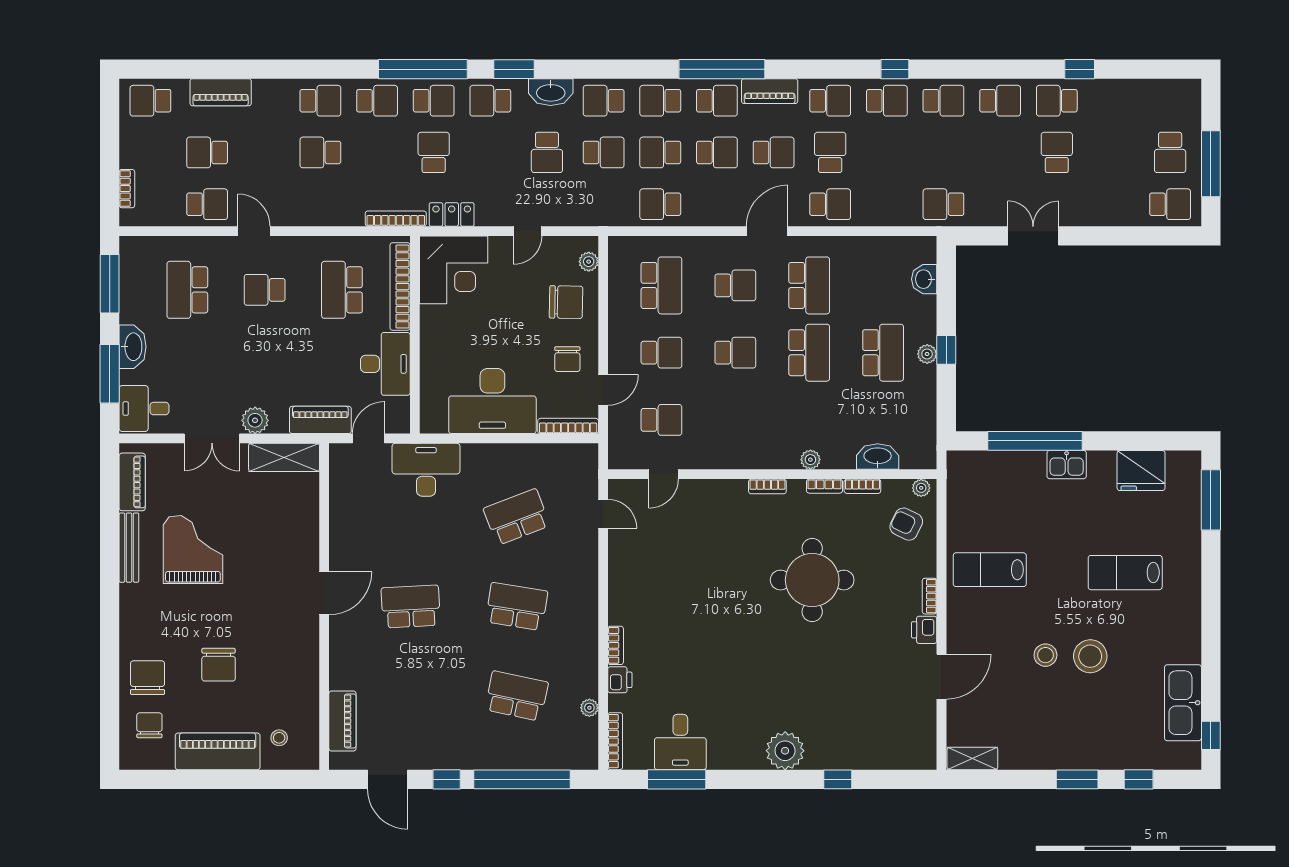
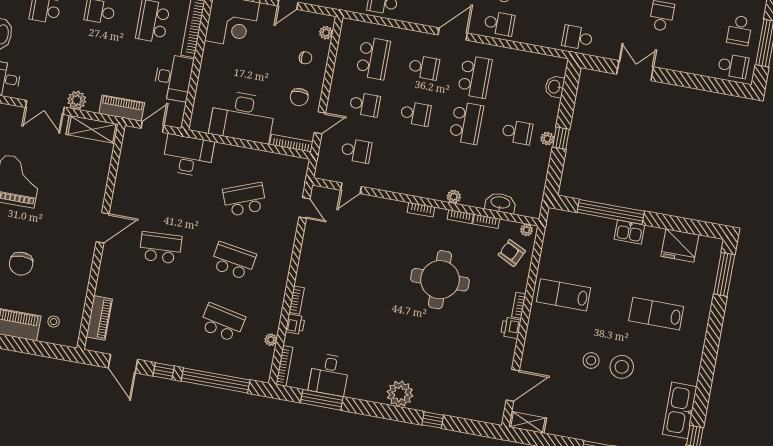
chair: (566, 302) -> (305, 58), width x0.54, depth x0.54
school desk: (883, 353) -> (517, 132), width x0.54
door: (941, 677) -> (513, 385), moved

